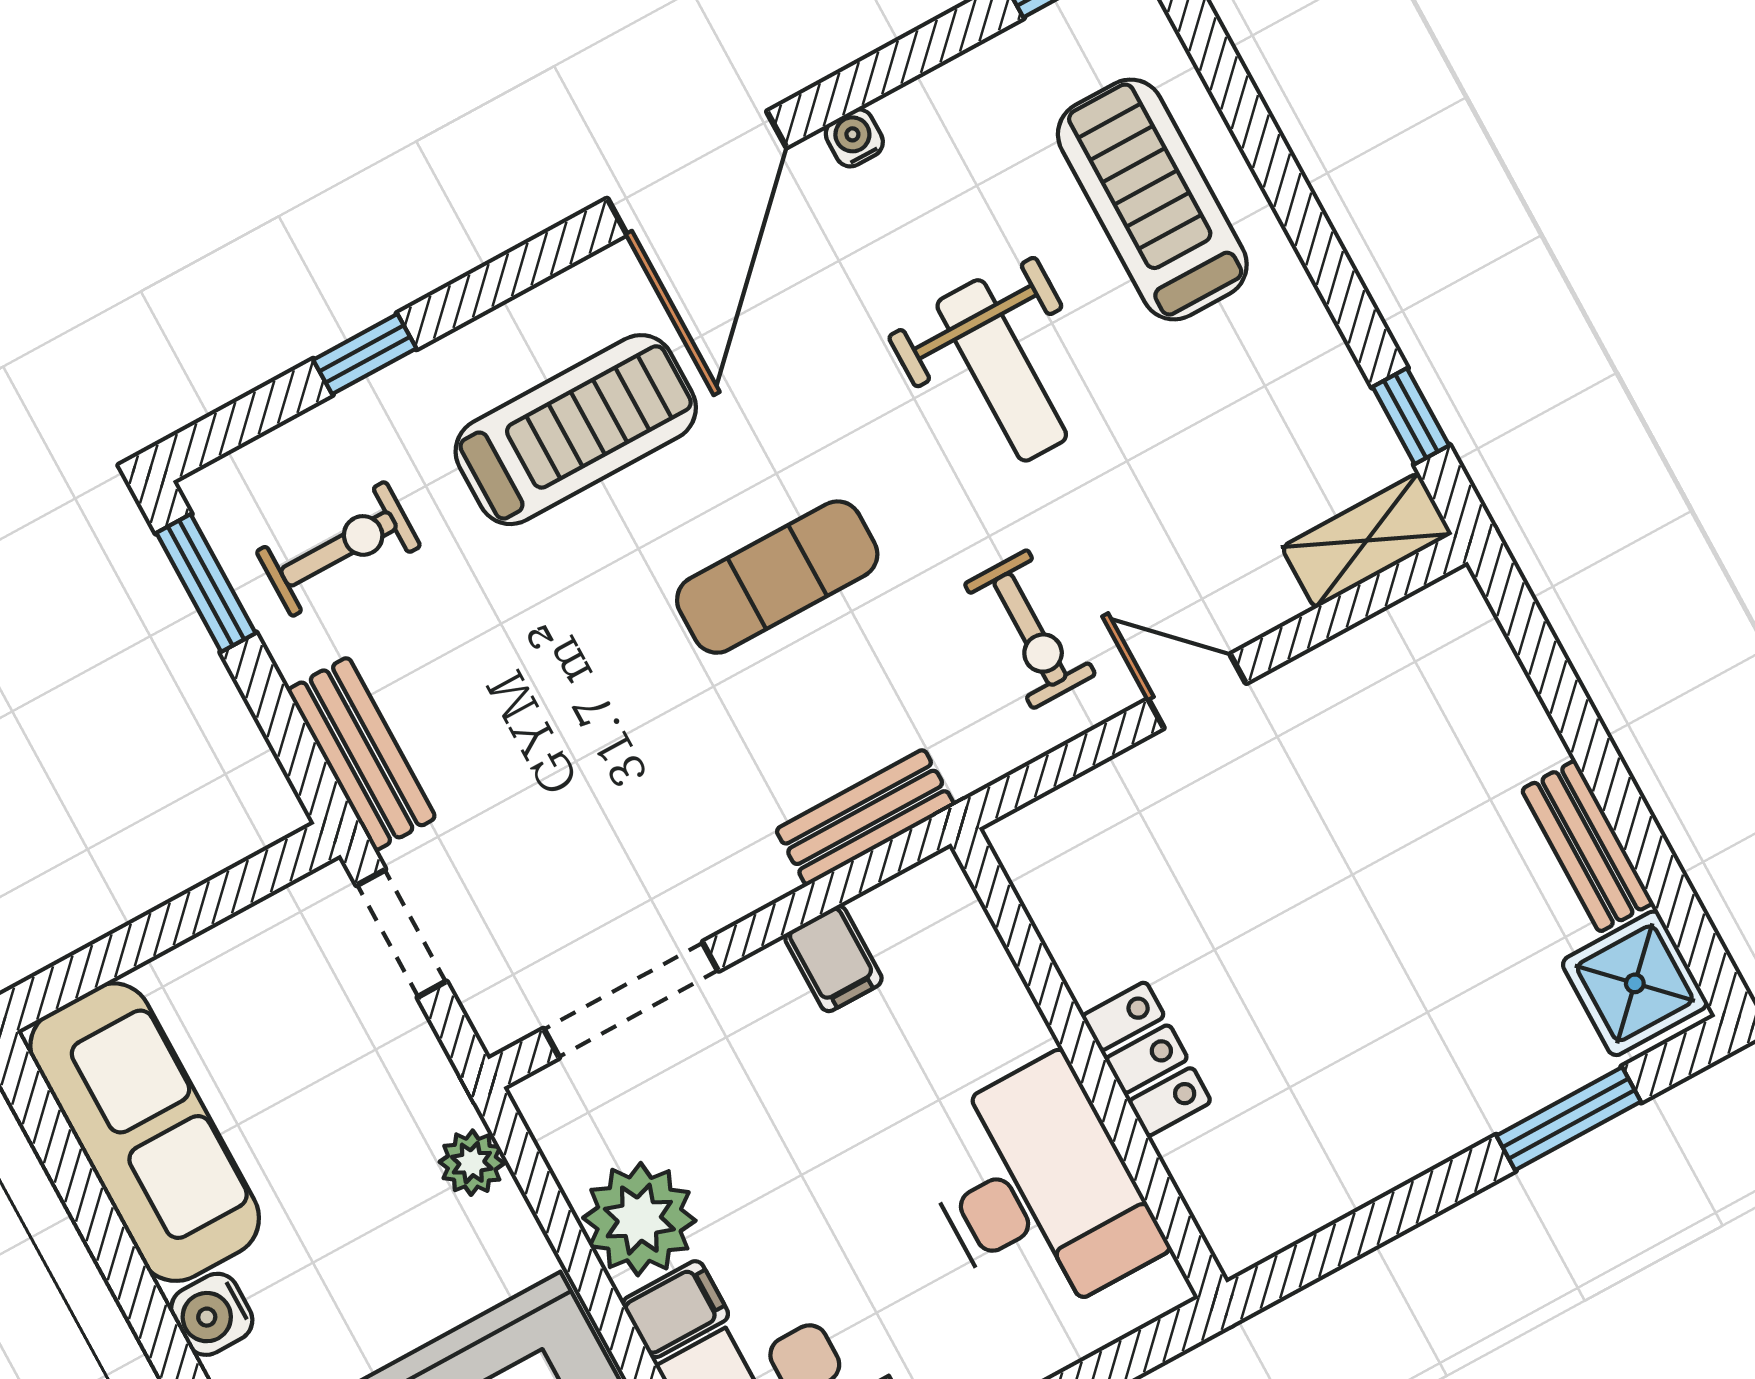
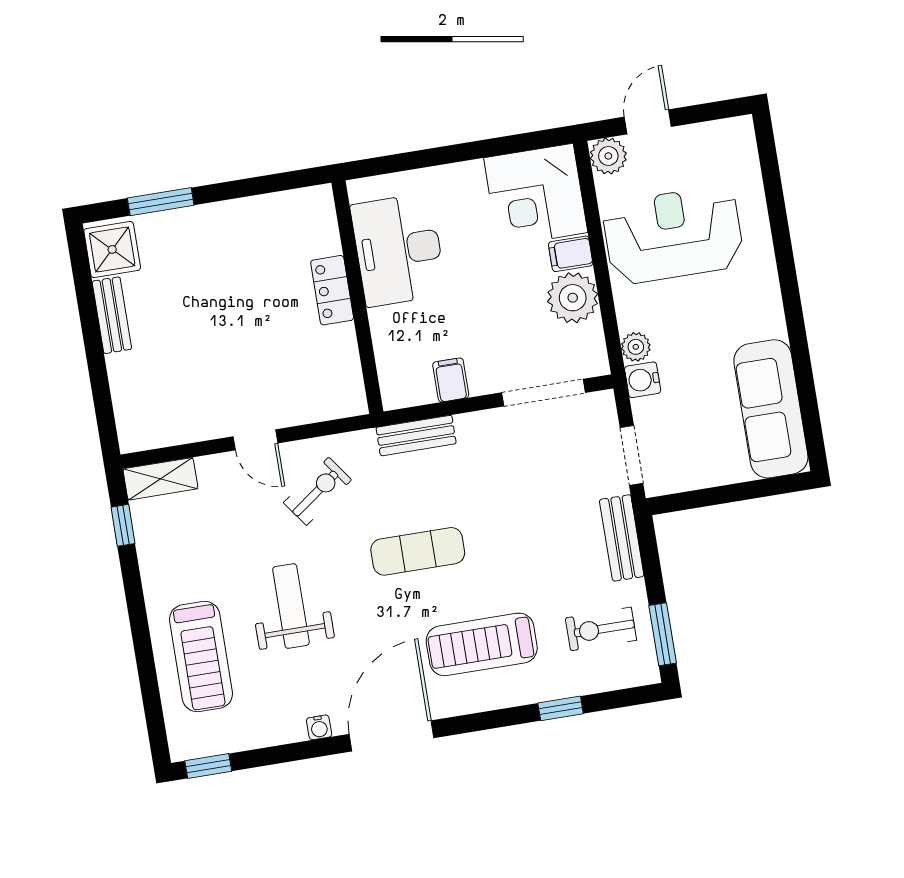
exercise bike: (1030, 629) -> (318, 491), turned 54
water cooler: (212, 1314) -> (643, 380), moved, turned 180

